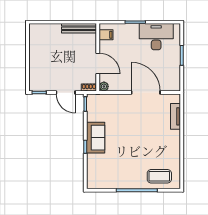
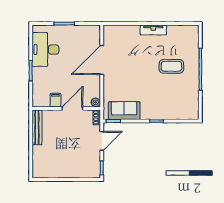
filing cabinet: (106, 35) -> (55, 100), moved
tv unit: (176, 116) -> (153, 30), moved
sofa: (96, 138) -> (124, 111), moved
coffee table: (159, 176) -> (171, 66), moved, turned 90

